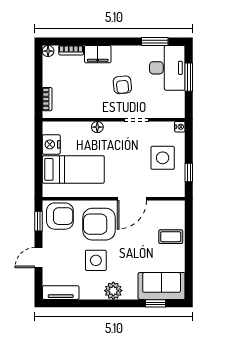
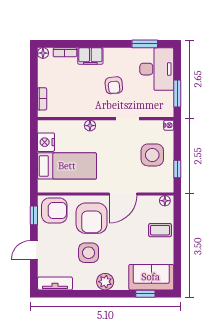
window: (189, 77) -> (177, 94), moved
floor lamp: (176, 206) -> (165, 201), added
armchair: (99, 224) -> (92, 218), turned -90

